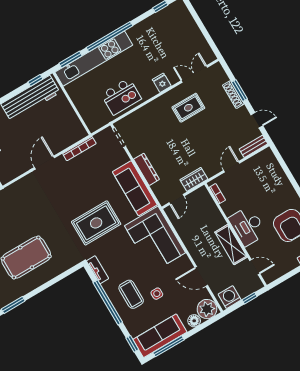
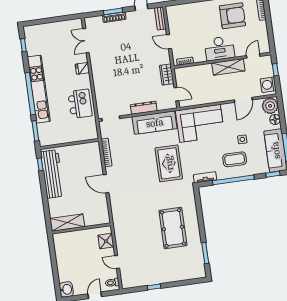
kitchen unit: (94, 59) -> (39, 89), moved
rug: (188, 108) -> (110, 56), removed

